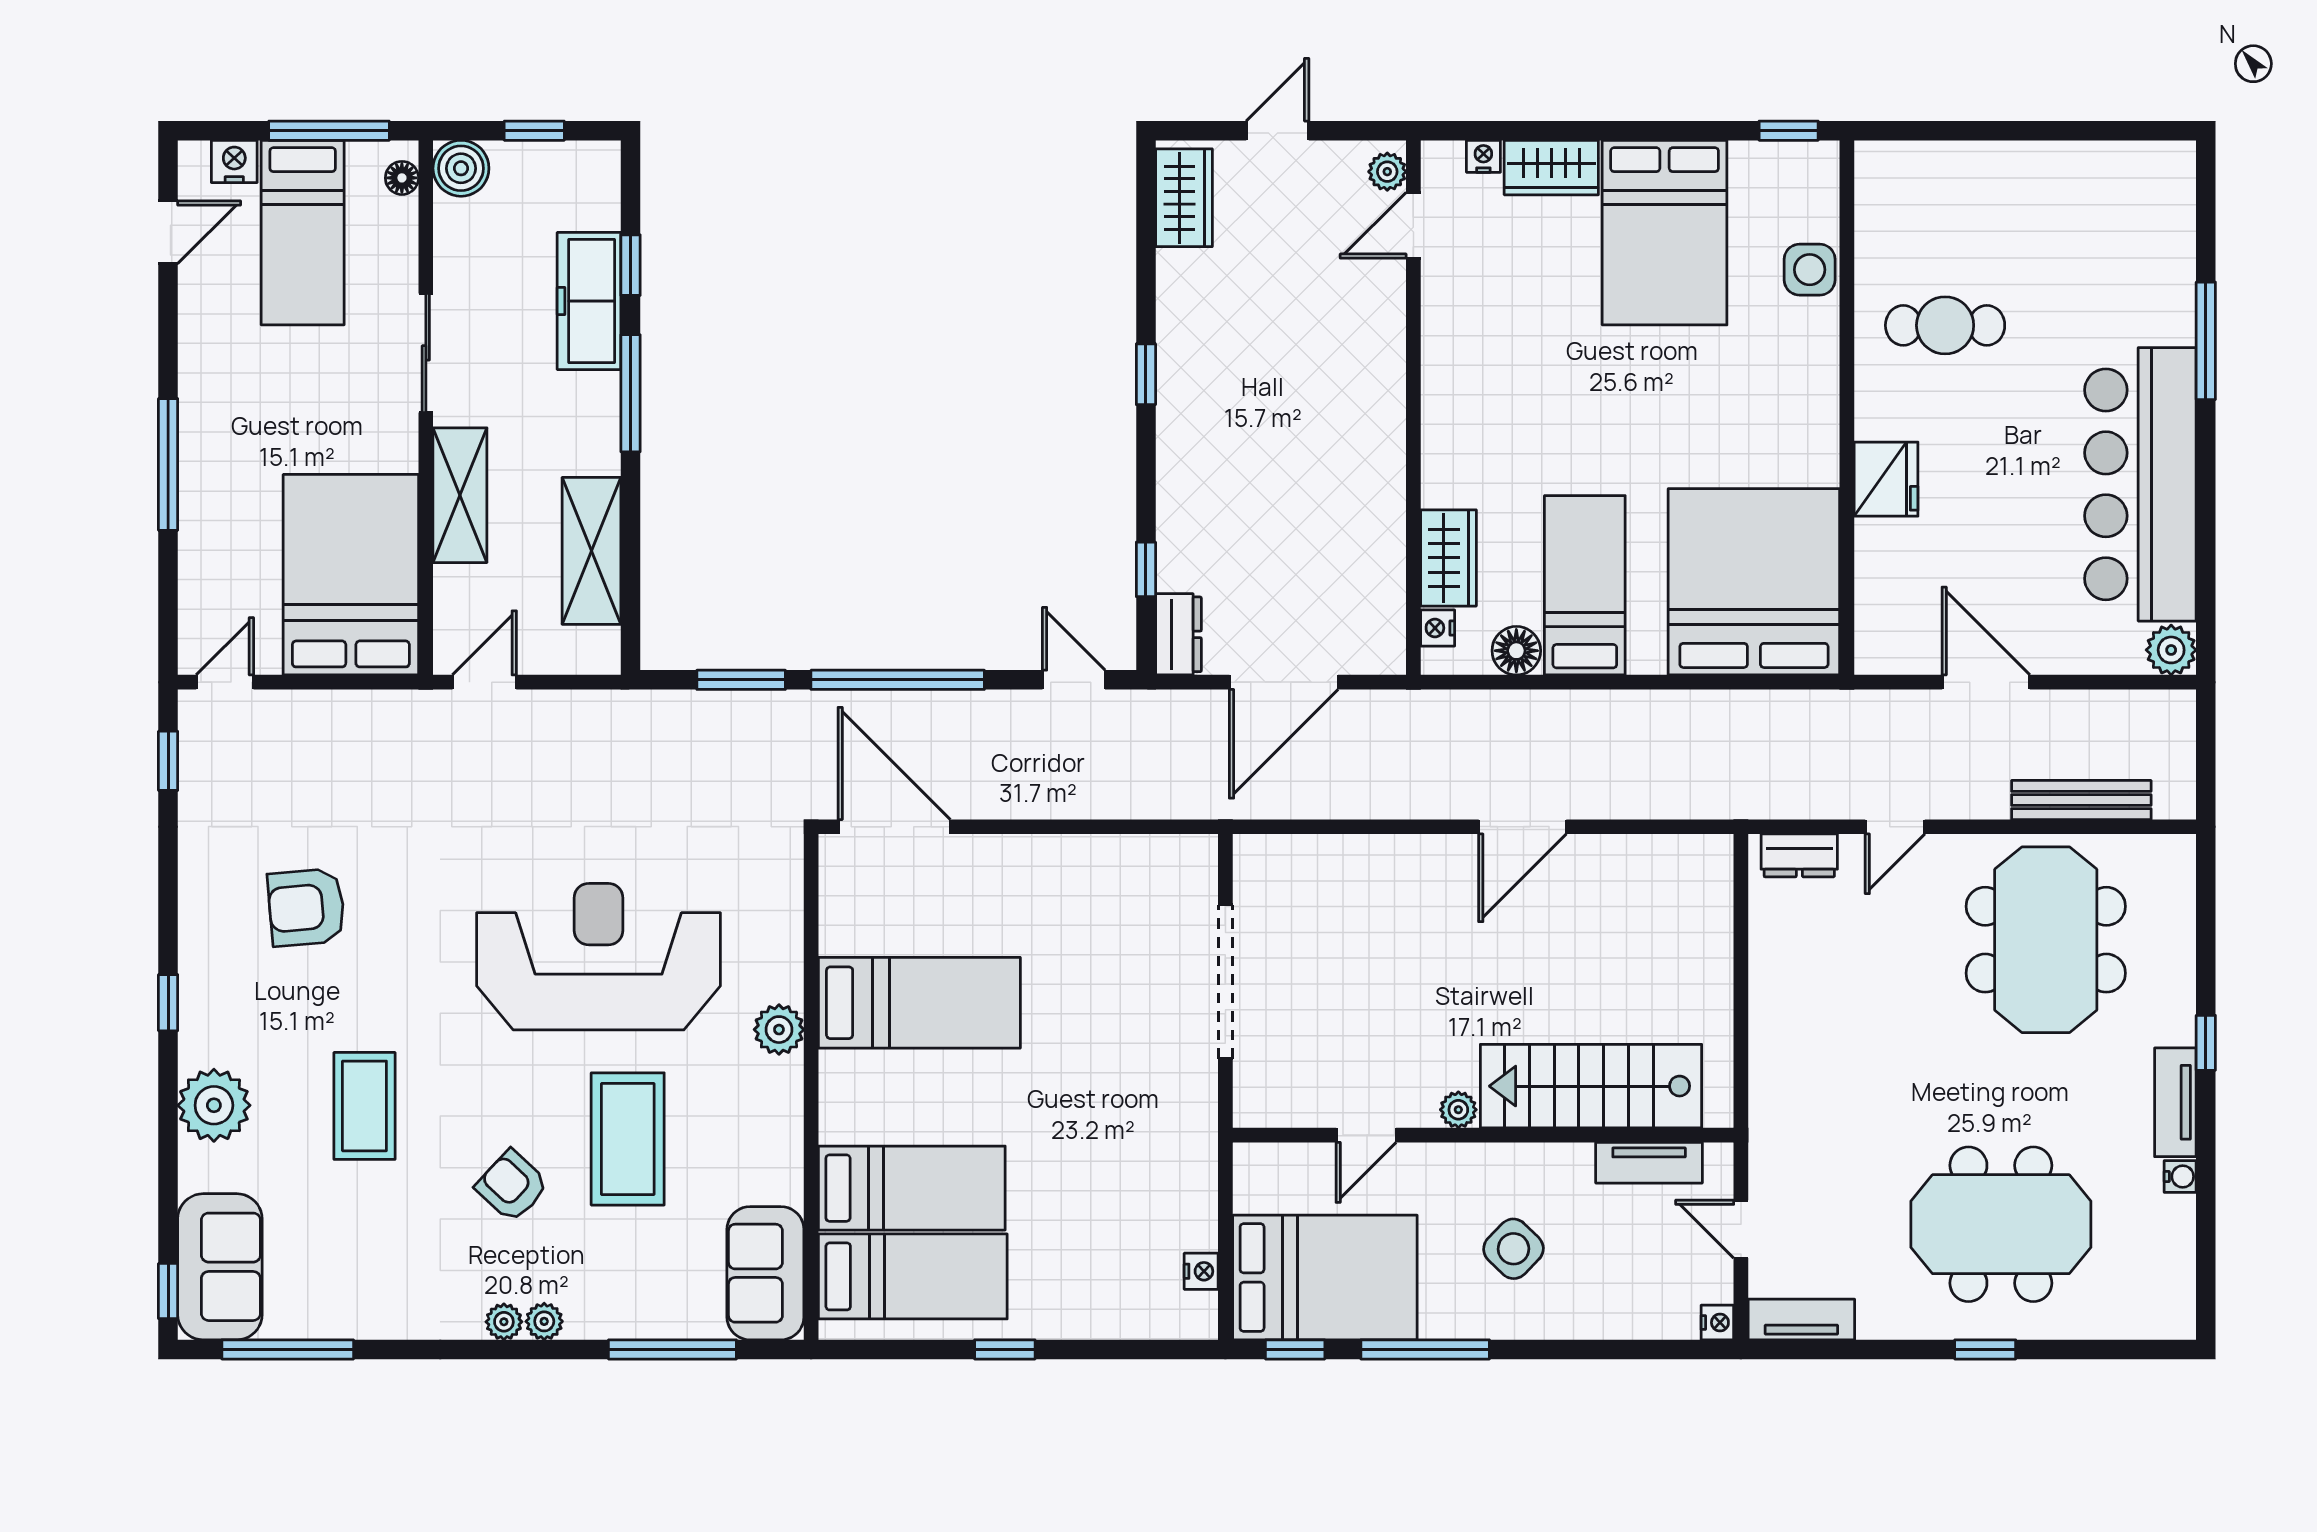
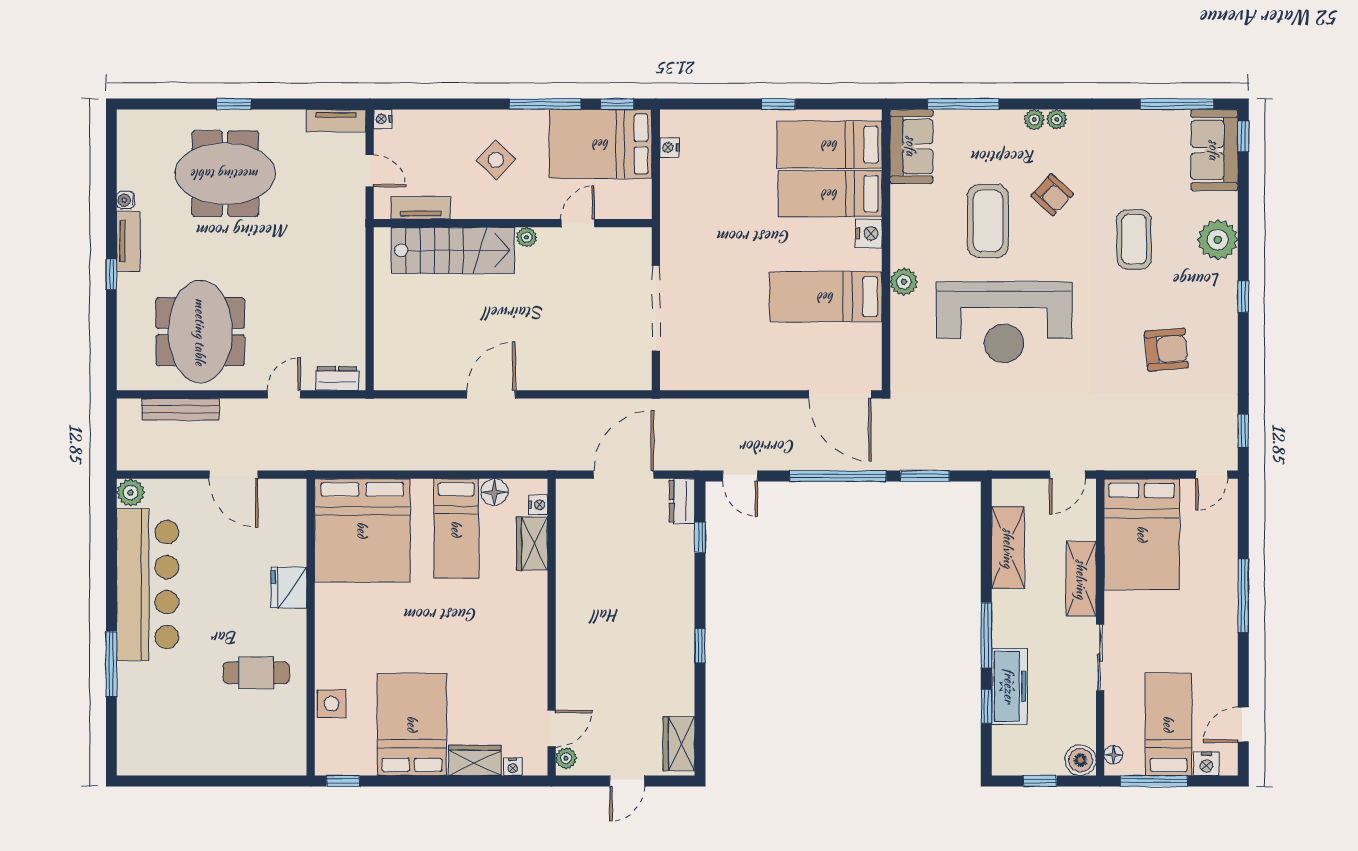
nightstand: (842, 1116) -> (869, 233), added

